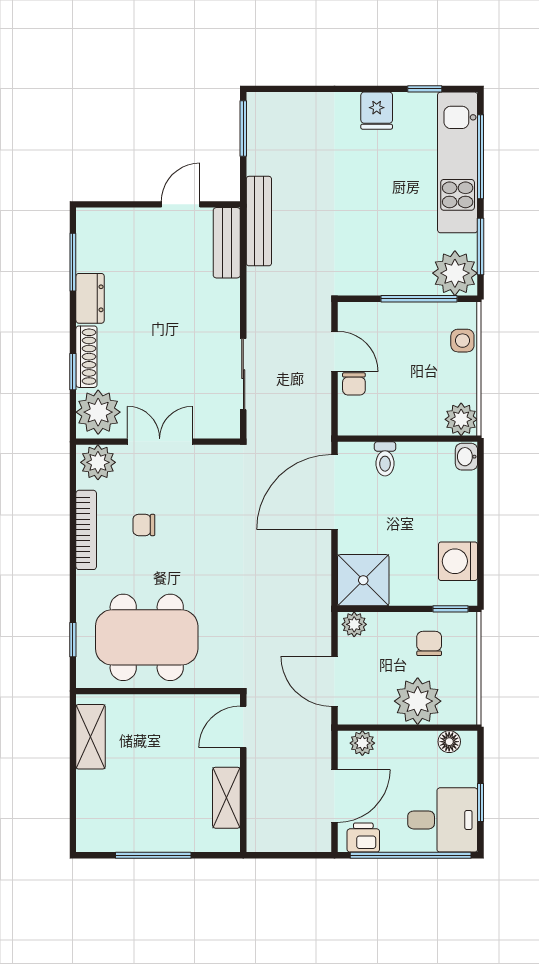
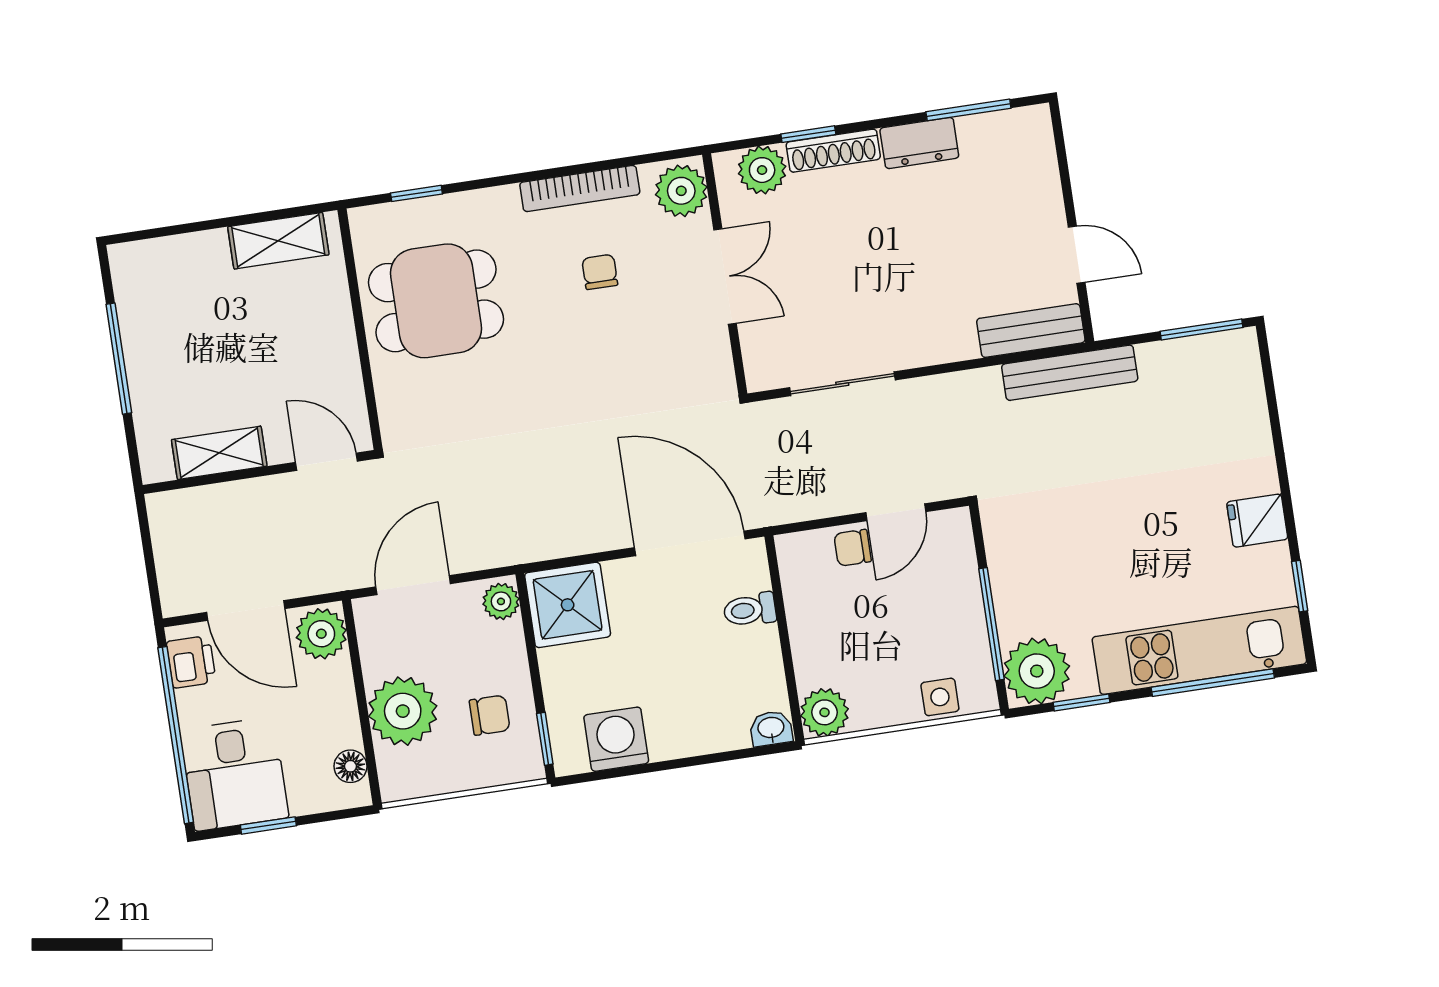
window: (480, 246) -> (1082, 702), width x0.67
plant: (98, 412) -> (762, 170), width x0.73, depth x0.73
dining table: (147, 637) -> (436, 301), width x0.73
plant: (362, 743) -> (321, 634), width x1.38, depth x1.38

